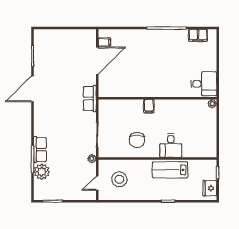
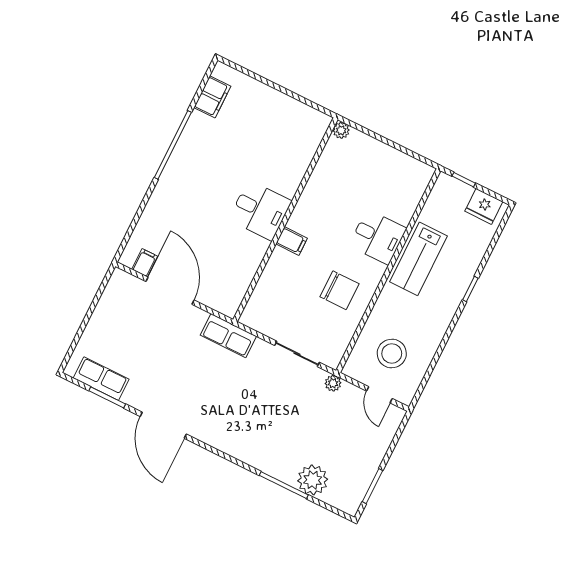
desk: (204, 84) -> (260, 210), moved, turned 90
row of seats: (40, 150) -> (101, 379), moved

